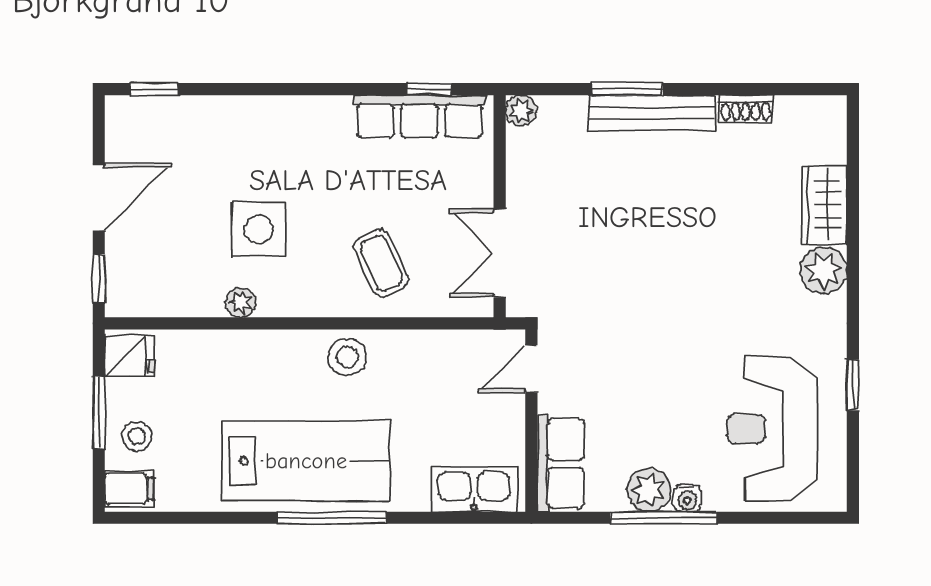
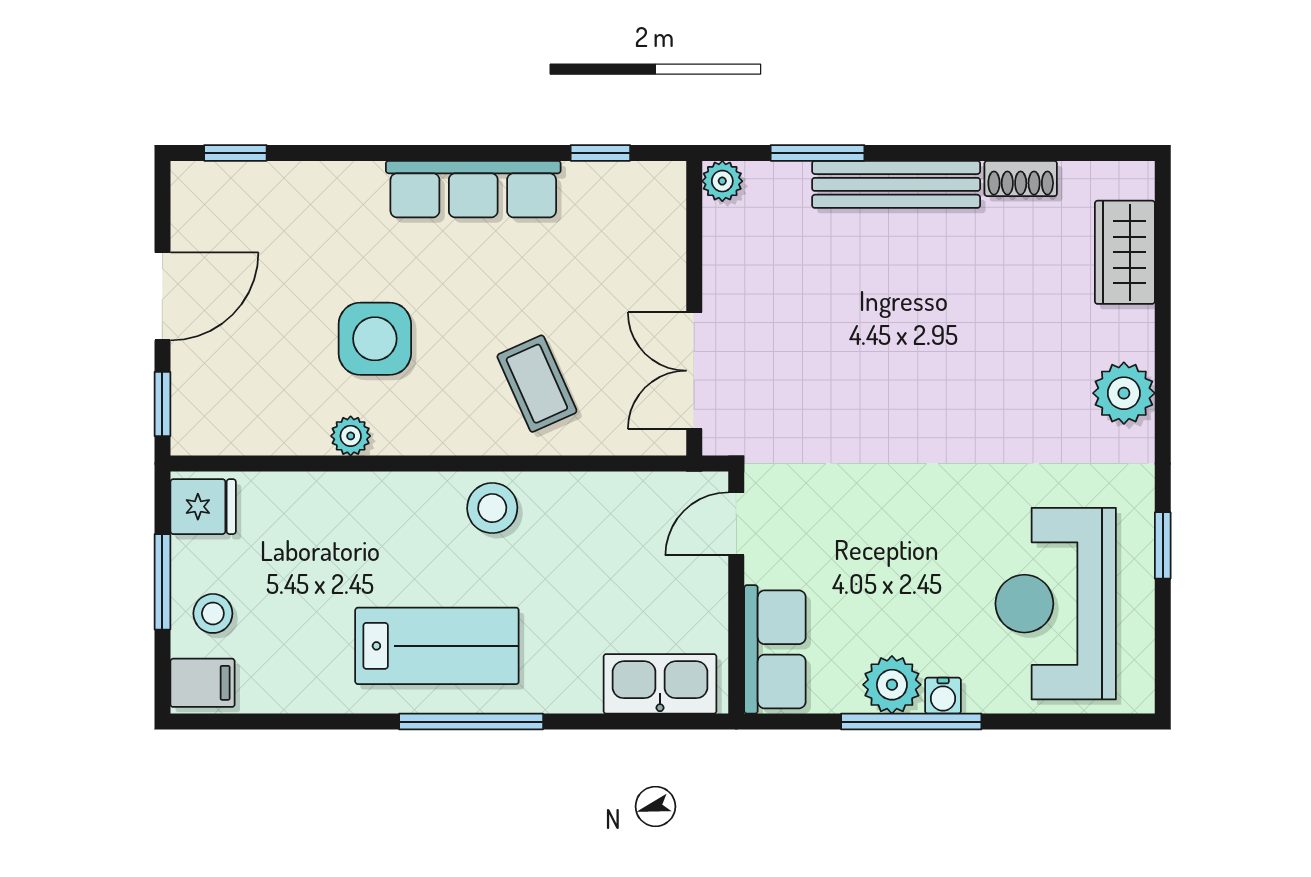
window: (627, 89) -> (818, 153), moved
row of seats: (420, 116) -> (473, 189), moved
wardrobe: (824, 205) -> (1125, 252), moved
lab bench: (306, 461) -> (437, 646), width x0.73, depth x0.72

